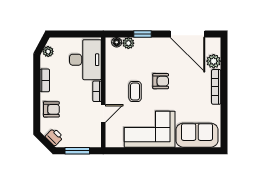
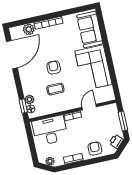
window: (143, 34) -> (23, 106), moved
coffee table: (135, 91) -> (55, 89), moved
door: (103, 113) -> (89, 107), hinge flipped

